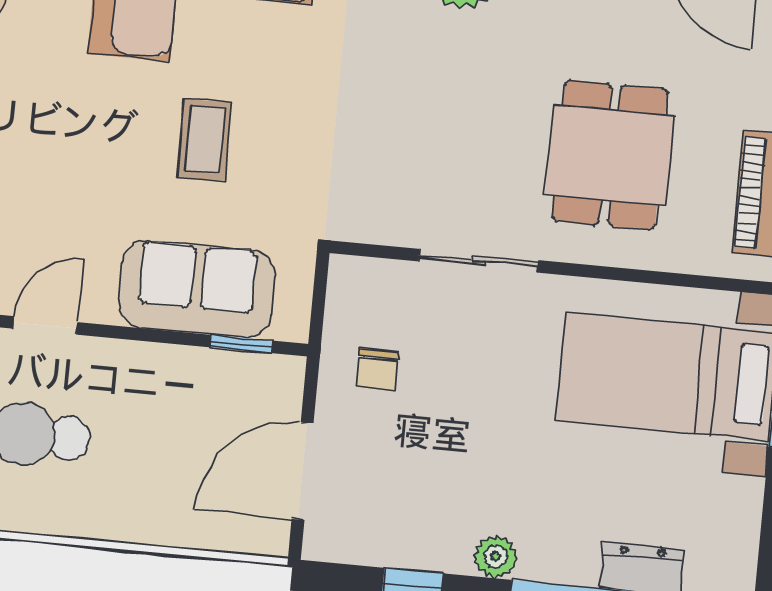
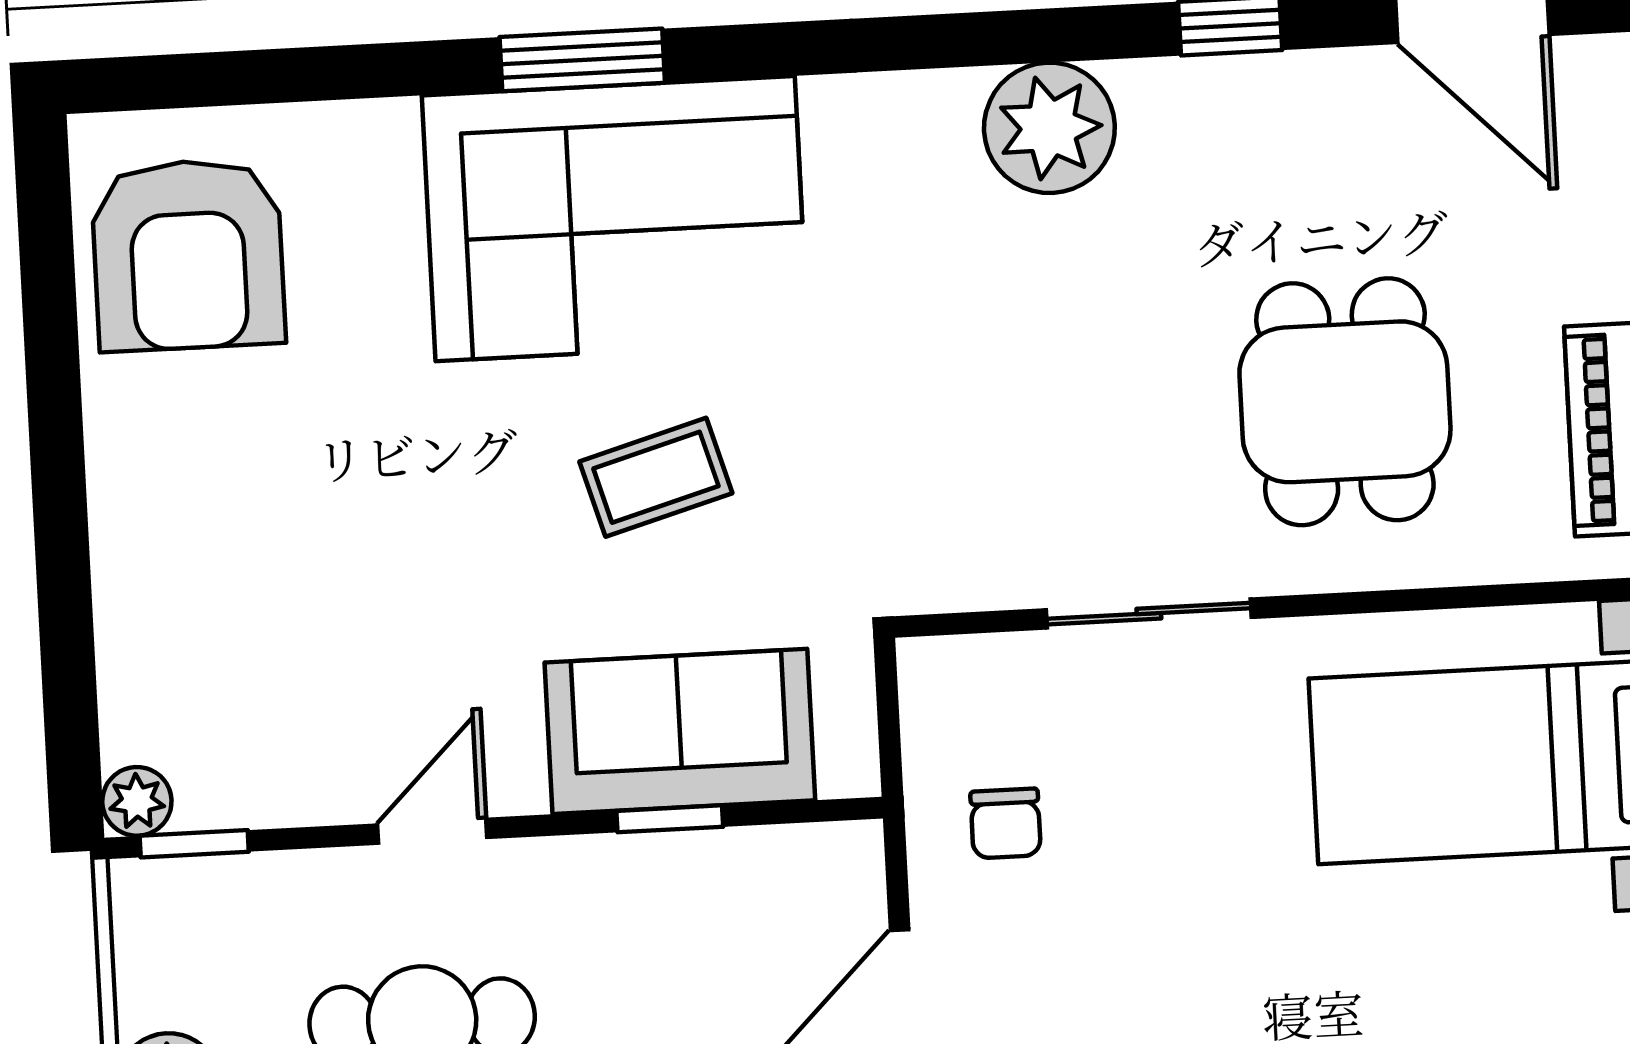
coffee table: (205, 140) -> (656, 477), turned 75
window: (241, 344) -> (670, 819), moved

